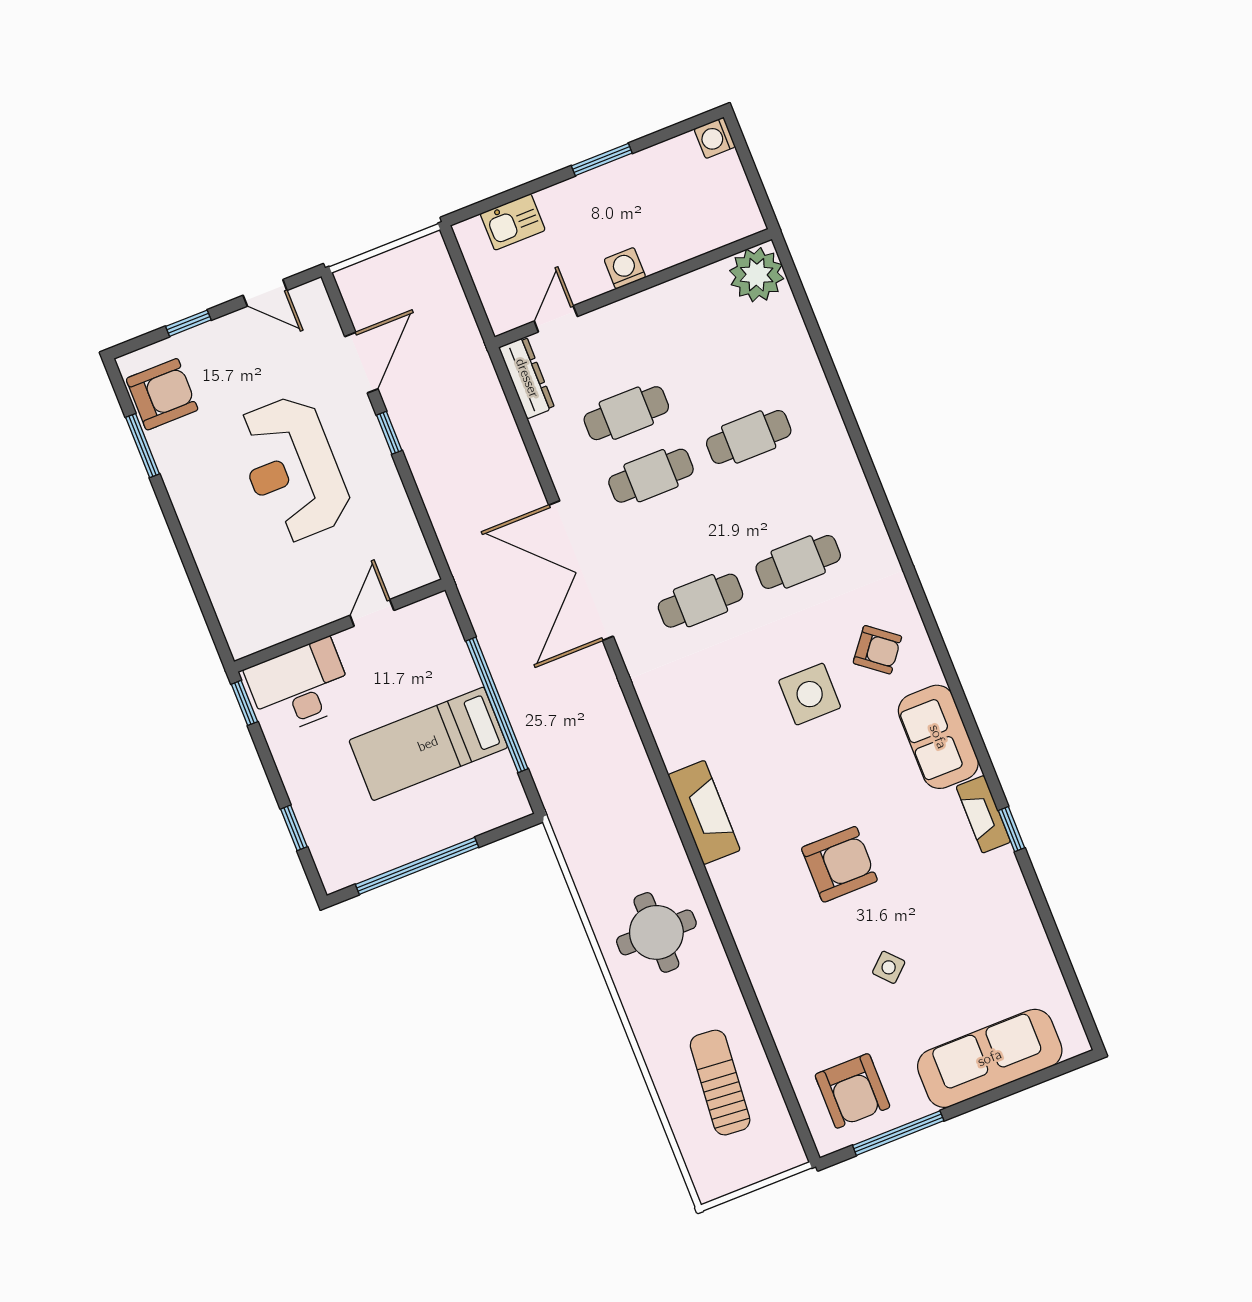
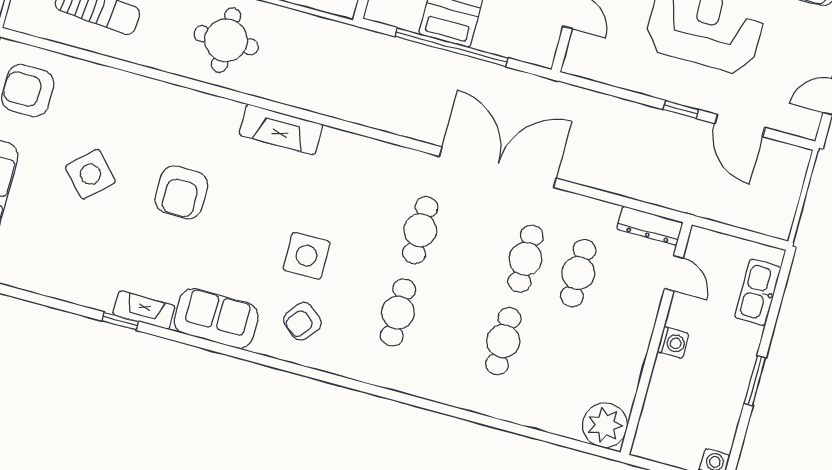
kitchen sink: (513, 222) -> (758, 292), width x1.38
side table: (889, 967) -> (90, 174), width x1.87, depth x1.87

